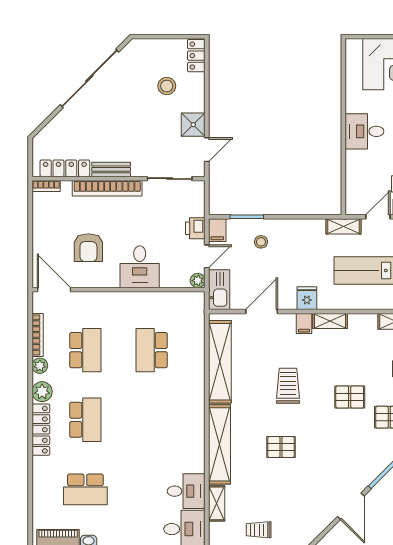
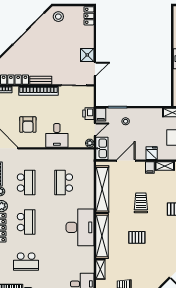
stool: (167, 86) -> (58, 17), moved
desk: (186, 491) -> (80, 227), moved, width x1.87, depth x1.30

